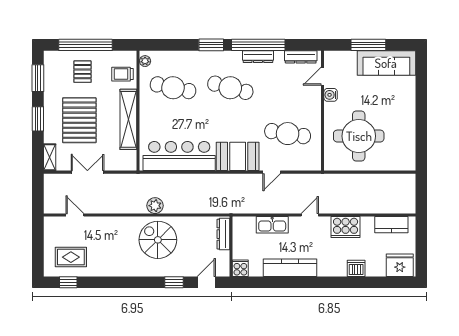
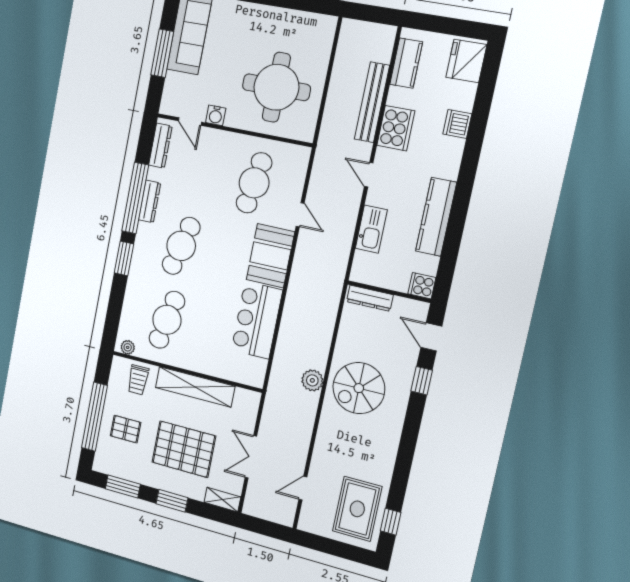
bar counter: (179, 156) -> (257, 320), width x0.73
bench: (360, 207) -> (372, 102), added
rug: (71, 257) -> (357, 509), width x1.36, depth x1.43

